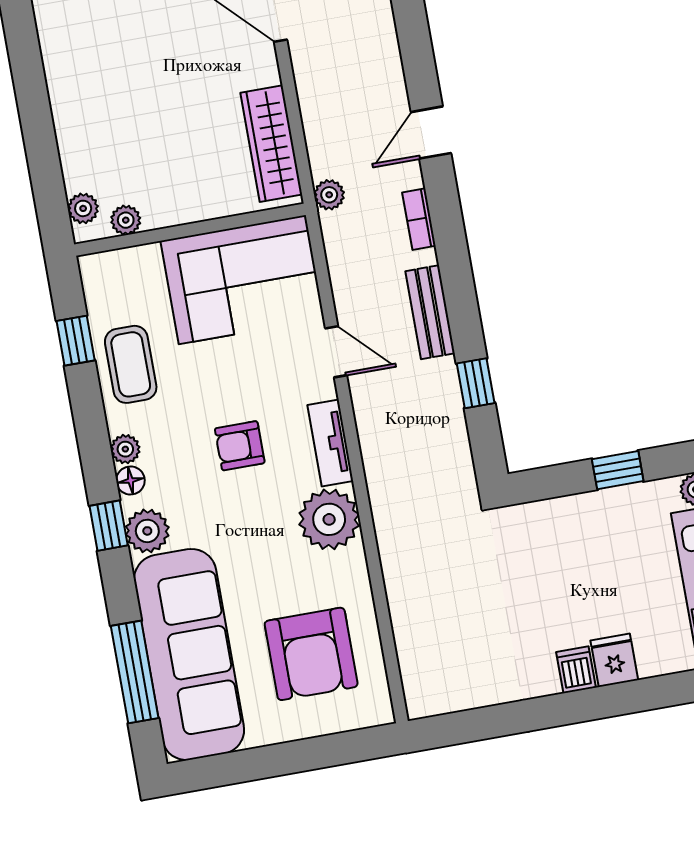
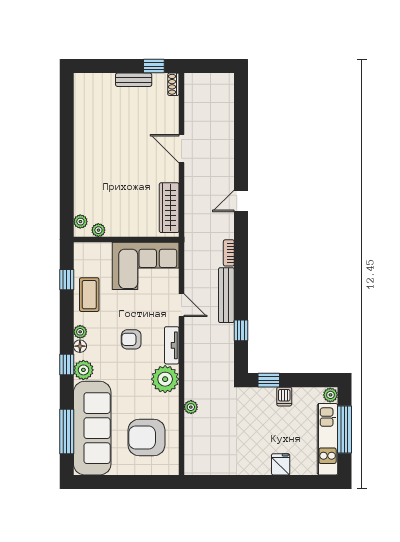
door: (431, 133) -> (241, 201), moved
plant: (329, 195) -> (191, 407), moved
bench: (430, 312) -> (226, 295), width x1.36
window: (618, 470) -> (269, 380), moved
armchair: (311, 654) -> (146, 437), turned 90
dishwasher: (576, 670) -> (284, 397), moved, turned 180

